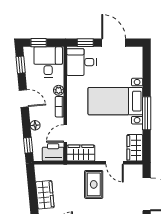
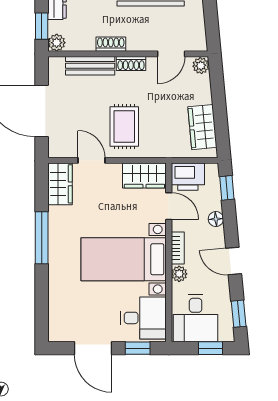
bed with nightstands: (115, 101) -> (124, 259), moved, turned 180
door: (65, 134) -> (169, 206), hinge flipped
wardrobe: (45, 195) -> (202, 127), moved

